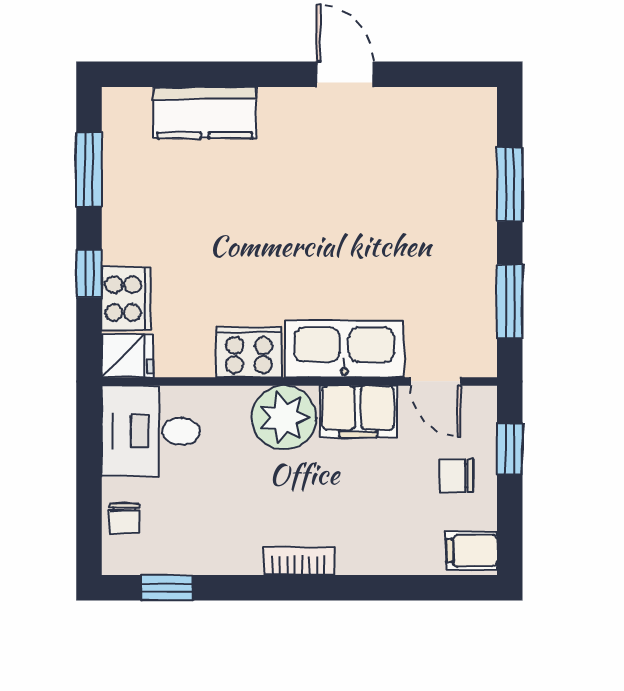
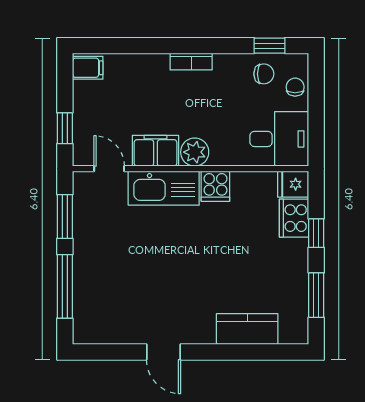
window: (510, 184) -> (65, 286), width x1.44
cooker: (249, 352) -> (215, 186), width x0.73
plant: (284, 418) -> (195, 152), width x0.73, depth x0.73
chair: (457, 476) -> (264, 74), moved

